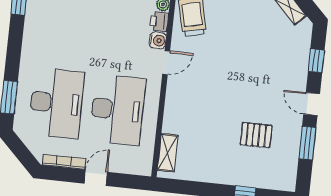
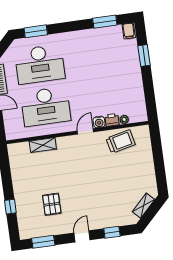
door: (166, 63) -> (85, 131), swing flipped
window: (307, 143) -> (43, 242), moved
shelving: (168, 153) -> (43, 145), moved

